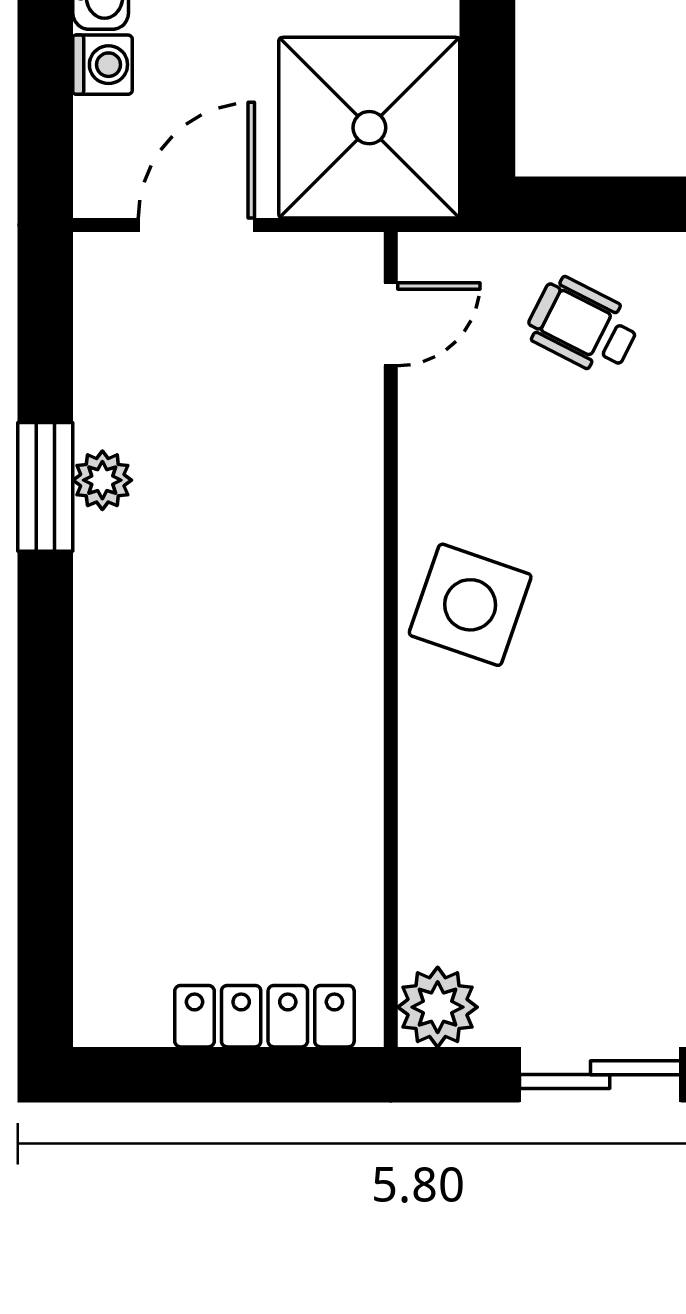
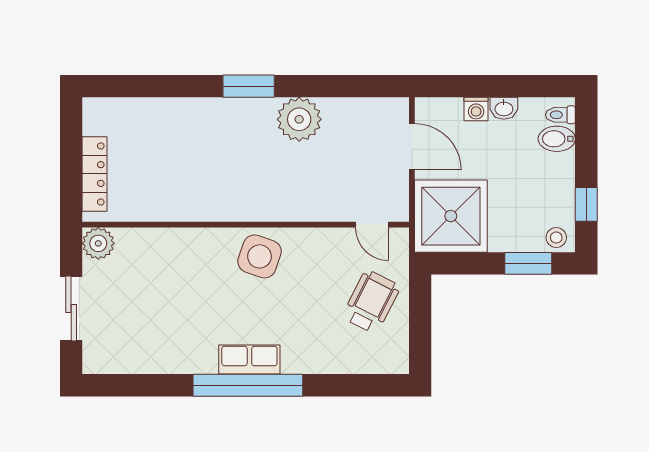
wheelchair: (583, 326) -> (371, 302), width x1.36, depth x1.37
plant: (102, 480) -> (299, 119), width x1.88, depth x1.88
window: (45, 487) -> (249, 86), moved

